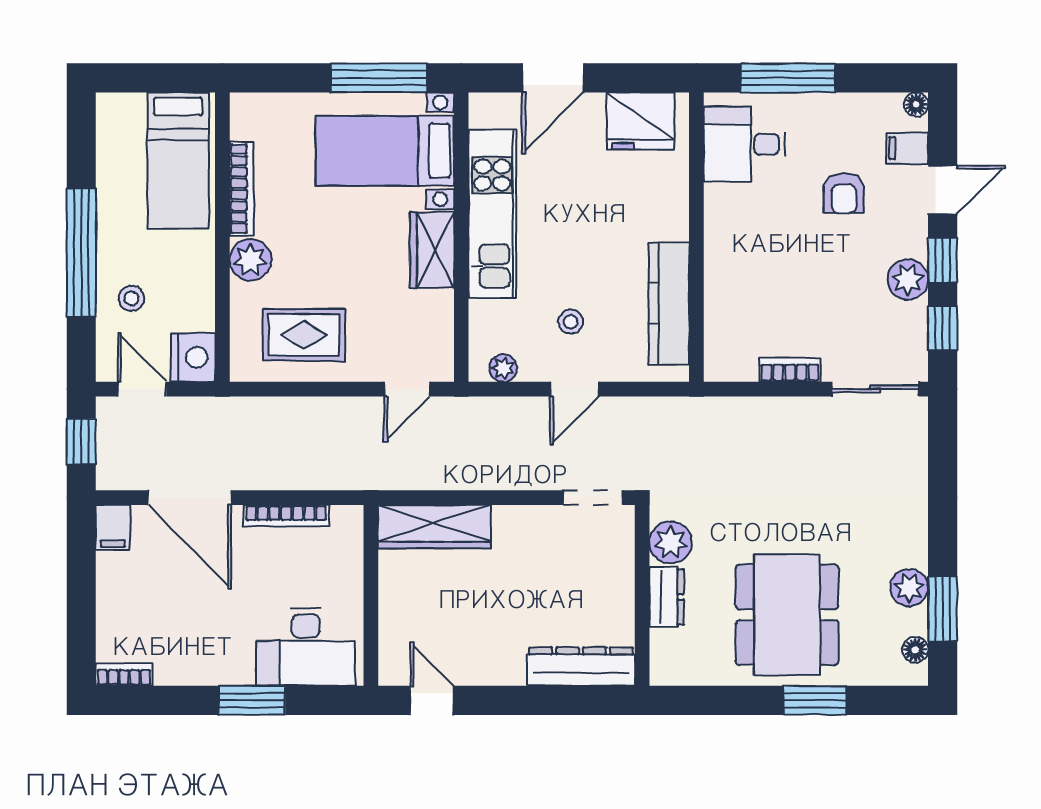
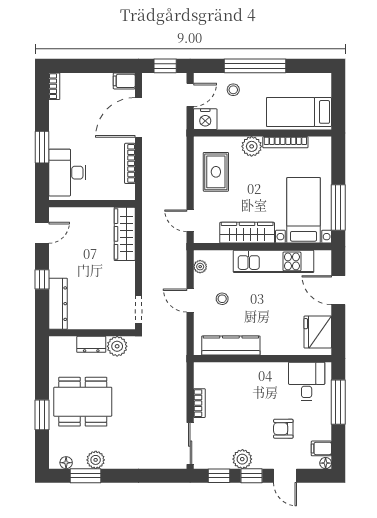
filing cabinet: (907, 148) -> (321, 448), moved, turned -90
wardrobe: (432, 250) -> (247, 233), width x1.50
window: (530, 700) -> (42, 279), added

